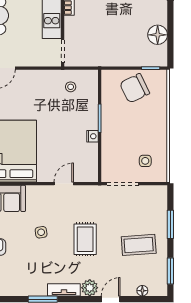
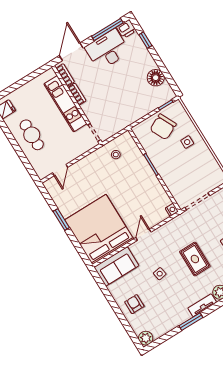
nightstand: (92, 136) -> (172, 210), moved
side table: (145, 161) -> (187, 142), moved
door: (64, 184) -> (143, 235), moved

